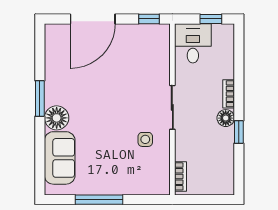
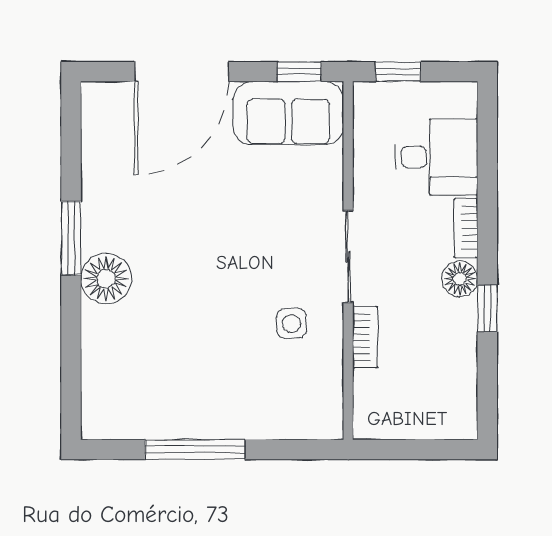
window: (211, 19) -> (398, 72), moved
desk: (193, 43) -> (436, 157), moved, turned 90
sofa: (60, 158) -> (288, 113), moved, turned 90
bookcase: (180, 176) -> (365, 337), moved

